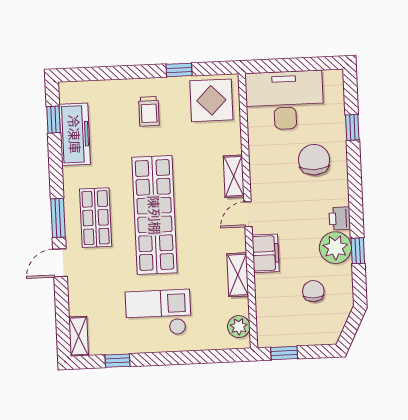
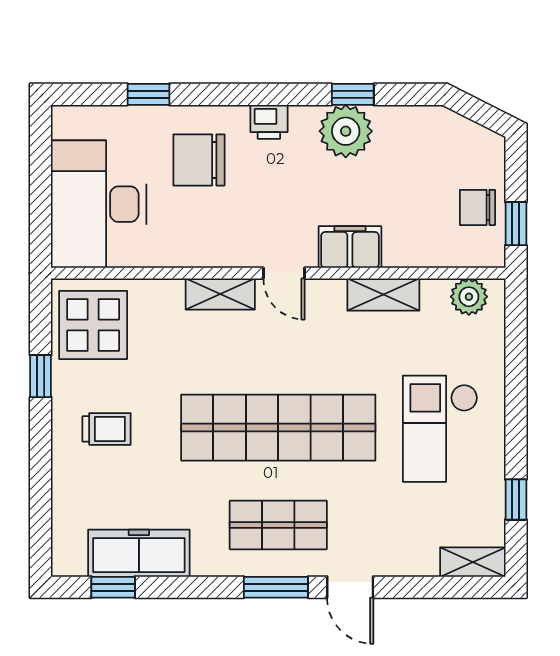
printer: (340, 218) -> (269, 122), moved
chair: (313, 291) -> (477, 207), moved

